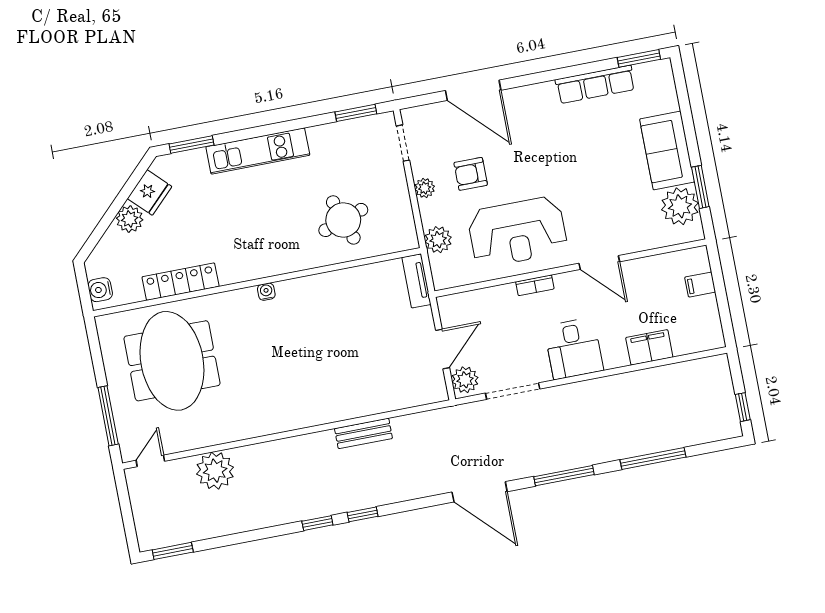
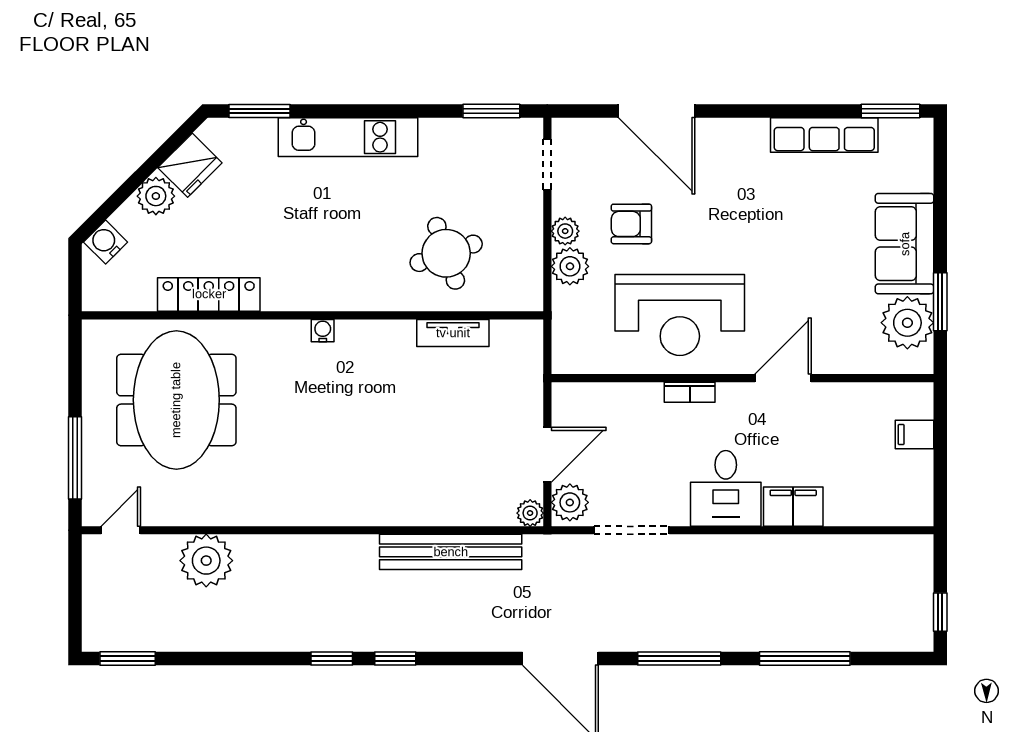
plant: (438, 240) -> (570, 266), moved
door: (599, 263) -> (783, 378), swing flipped
tv unit: (416, 281) -> (453, 333), moved, turned -90
water cooler: (100, 290) -> (106, 242), moved, turned 45
filing cabinet: (649, 347) -> (793, 507), moved
plant: (438, 393) -> (530, 513), added
bench: (363, 433) -> (451, 552), width x1.86, depth x1.21

